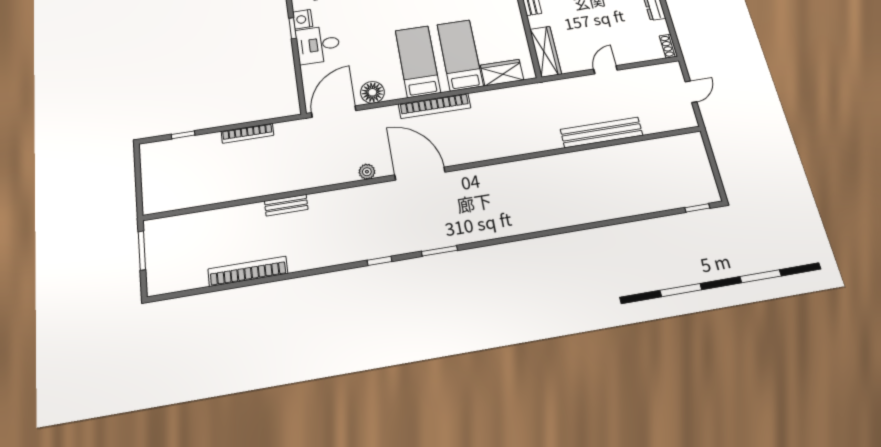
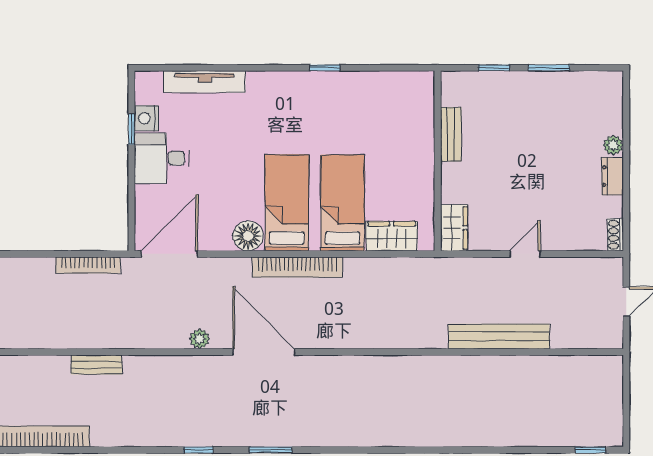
wardrobe: (546, 52) -> (454, 228), width x0.67
floor lamp: (372, 92) -> (248, 236), moved
bookcase: (247, 133) -> (88, 265), moved

